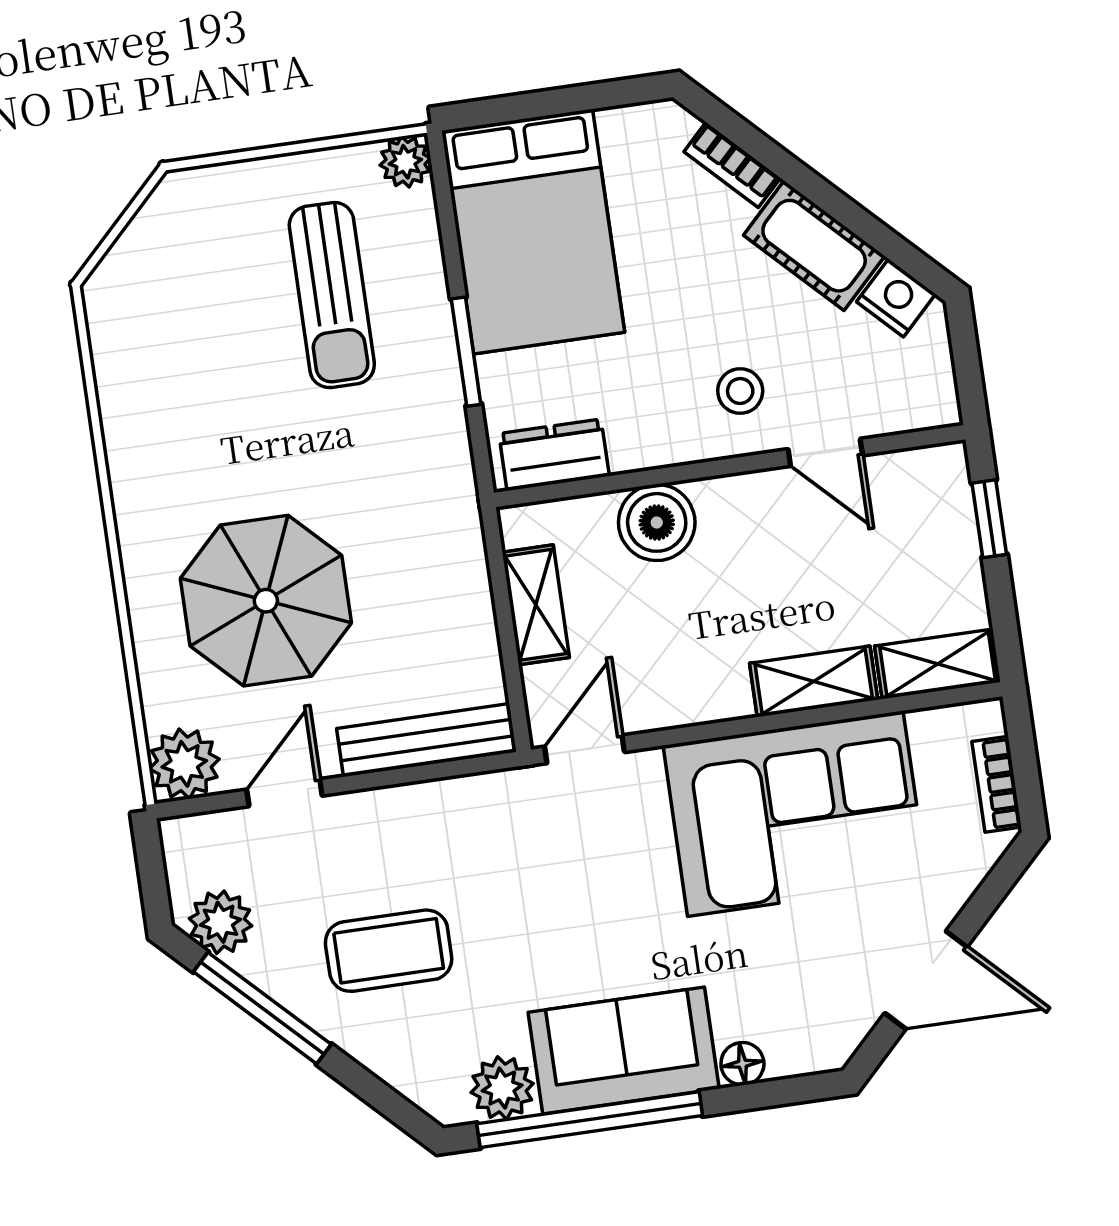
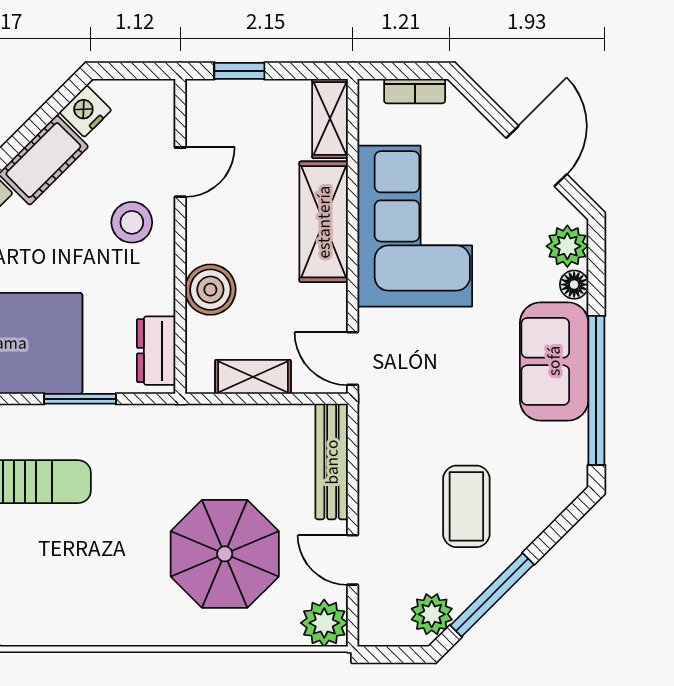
stool: (740, 391) -> (132, 222), width x1.37, depth x1.37
shelving: (814, 681) -> (324, 222), width x1.50, depth x1.33
plant: (502, 1088) -> (567, 246), moved

